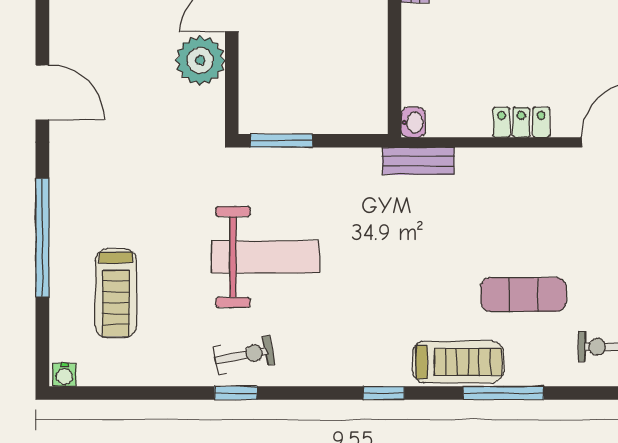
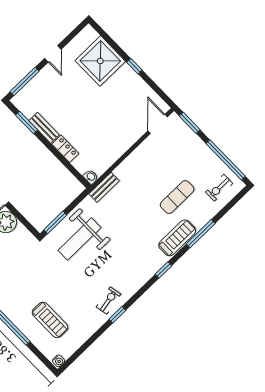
locker: (521, 122) -> (65, 149), moved, turned 90
weight bench: (265, 257) -> (80, 239), moved, turned 180

